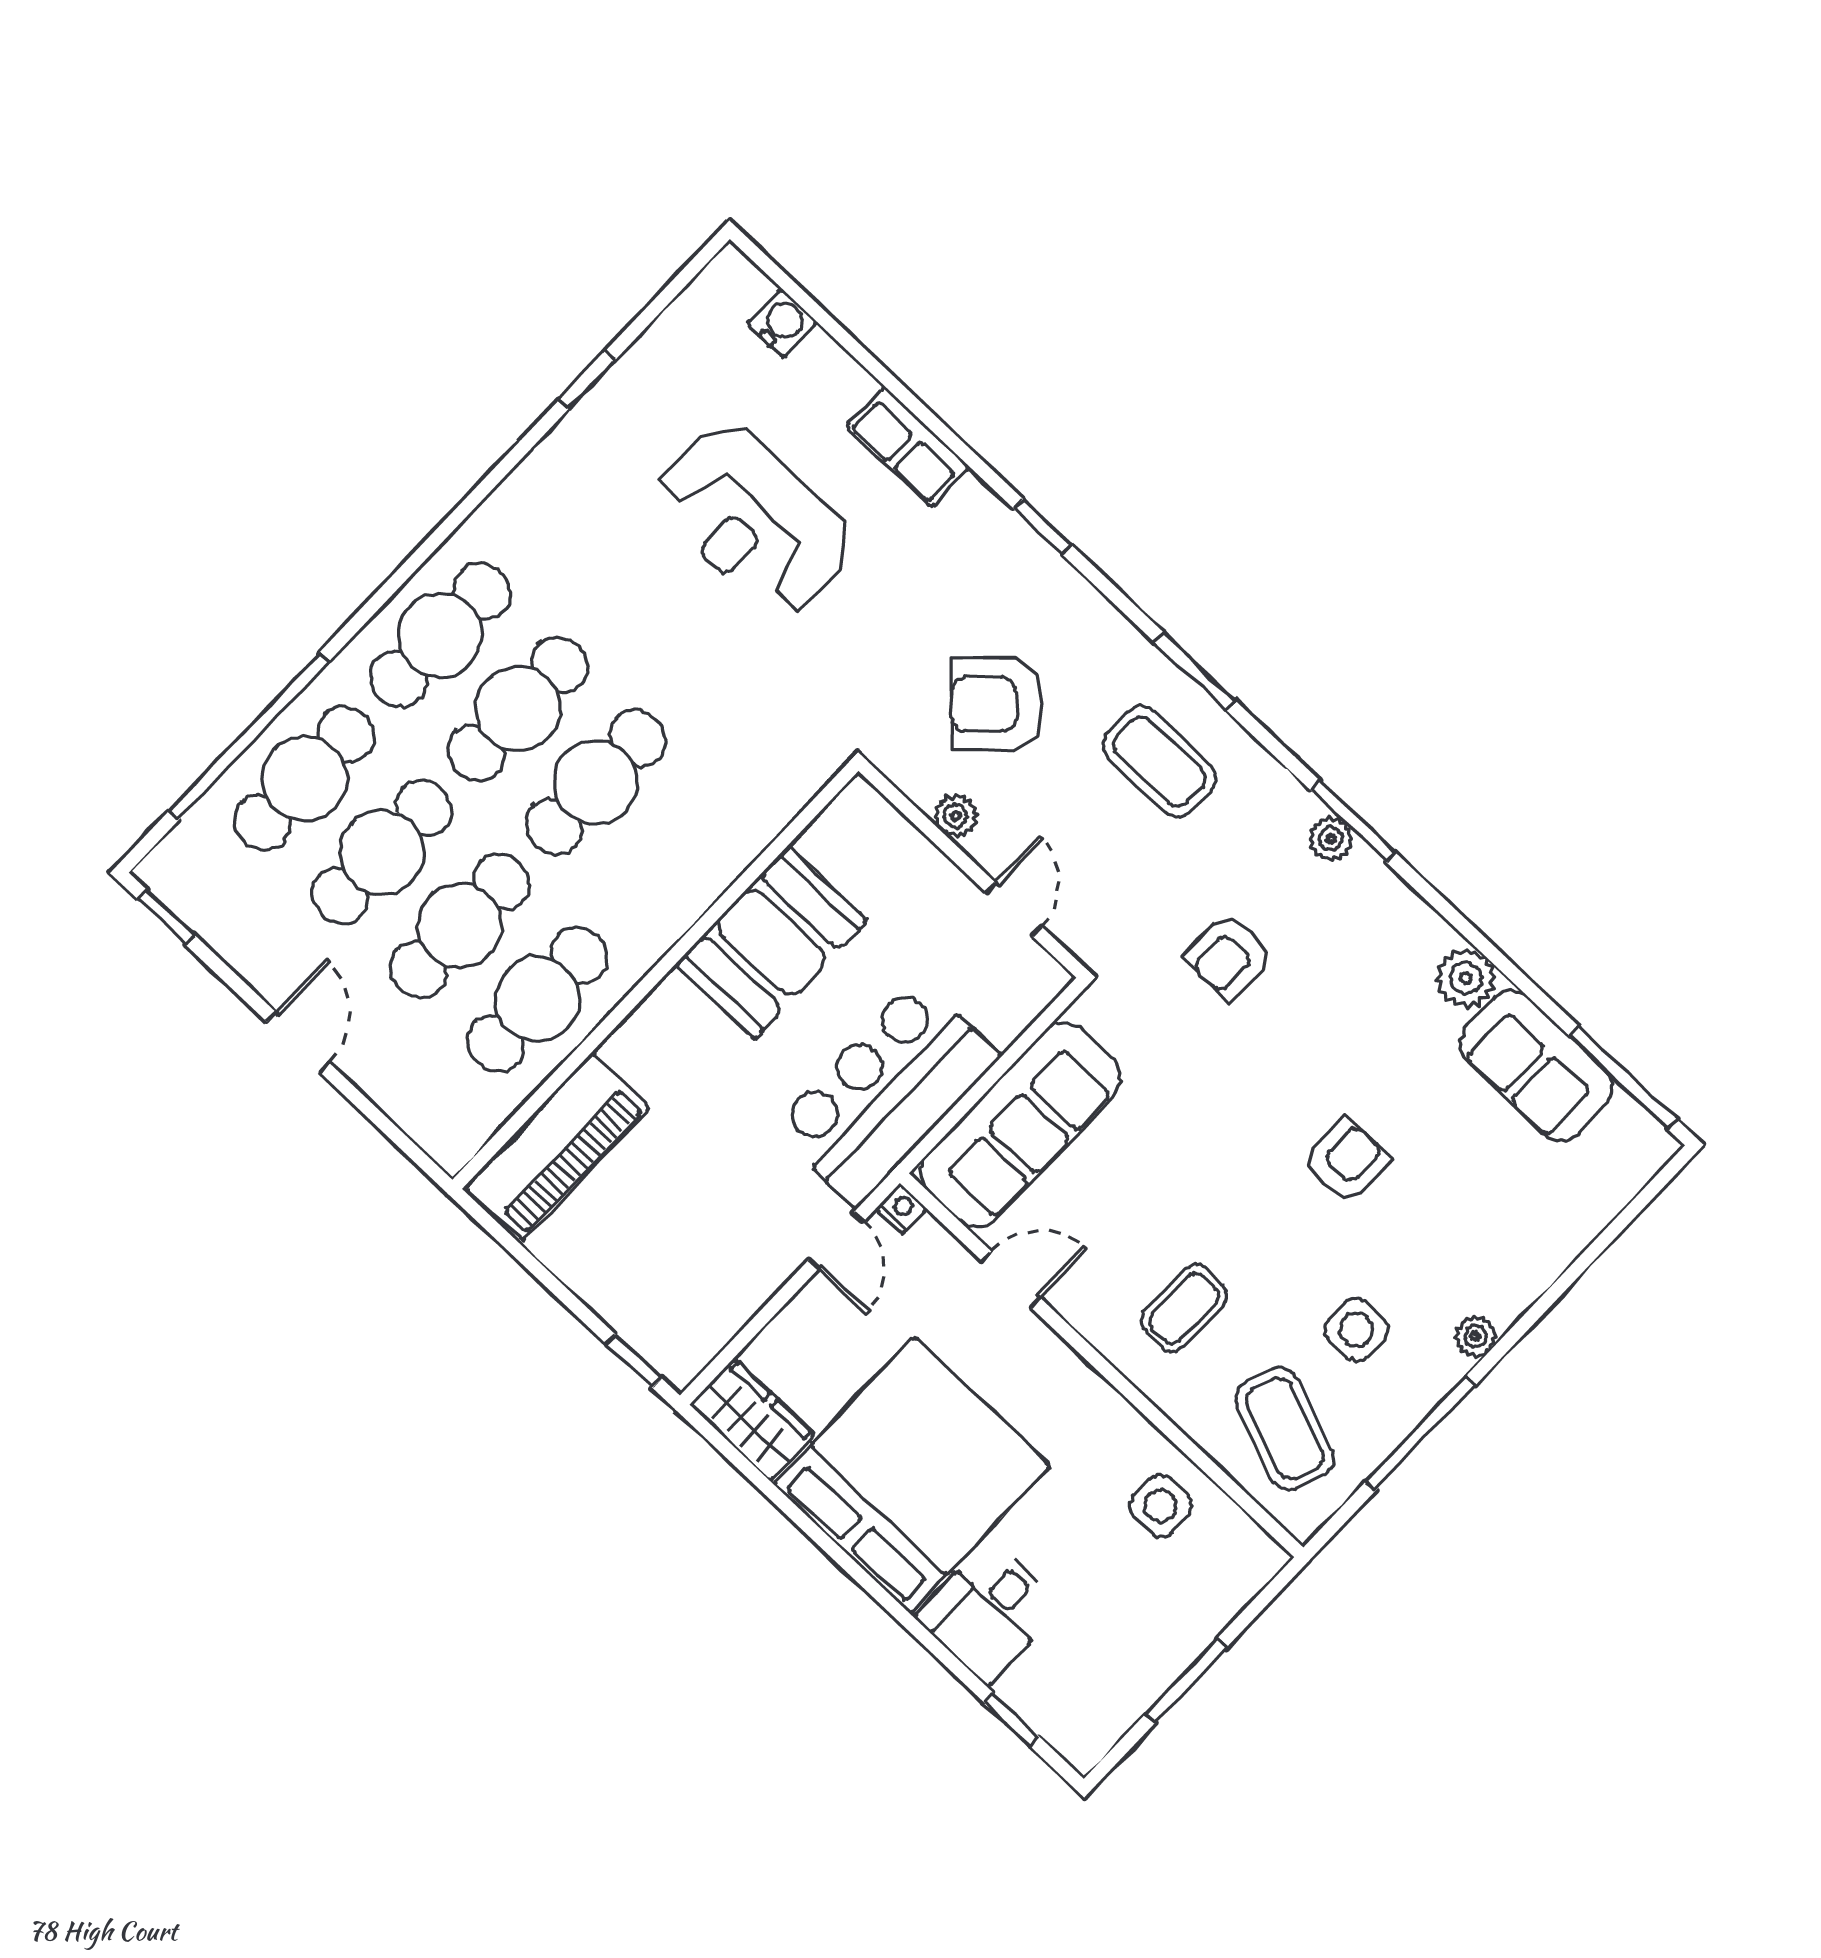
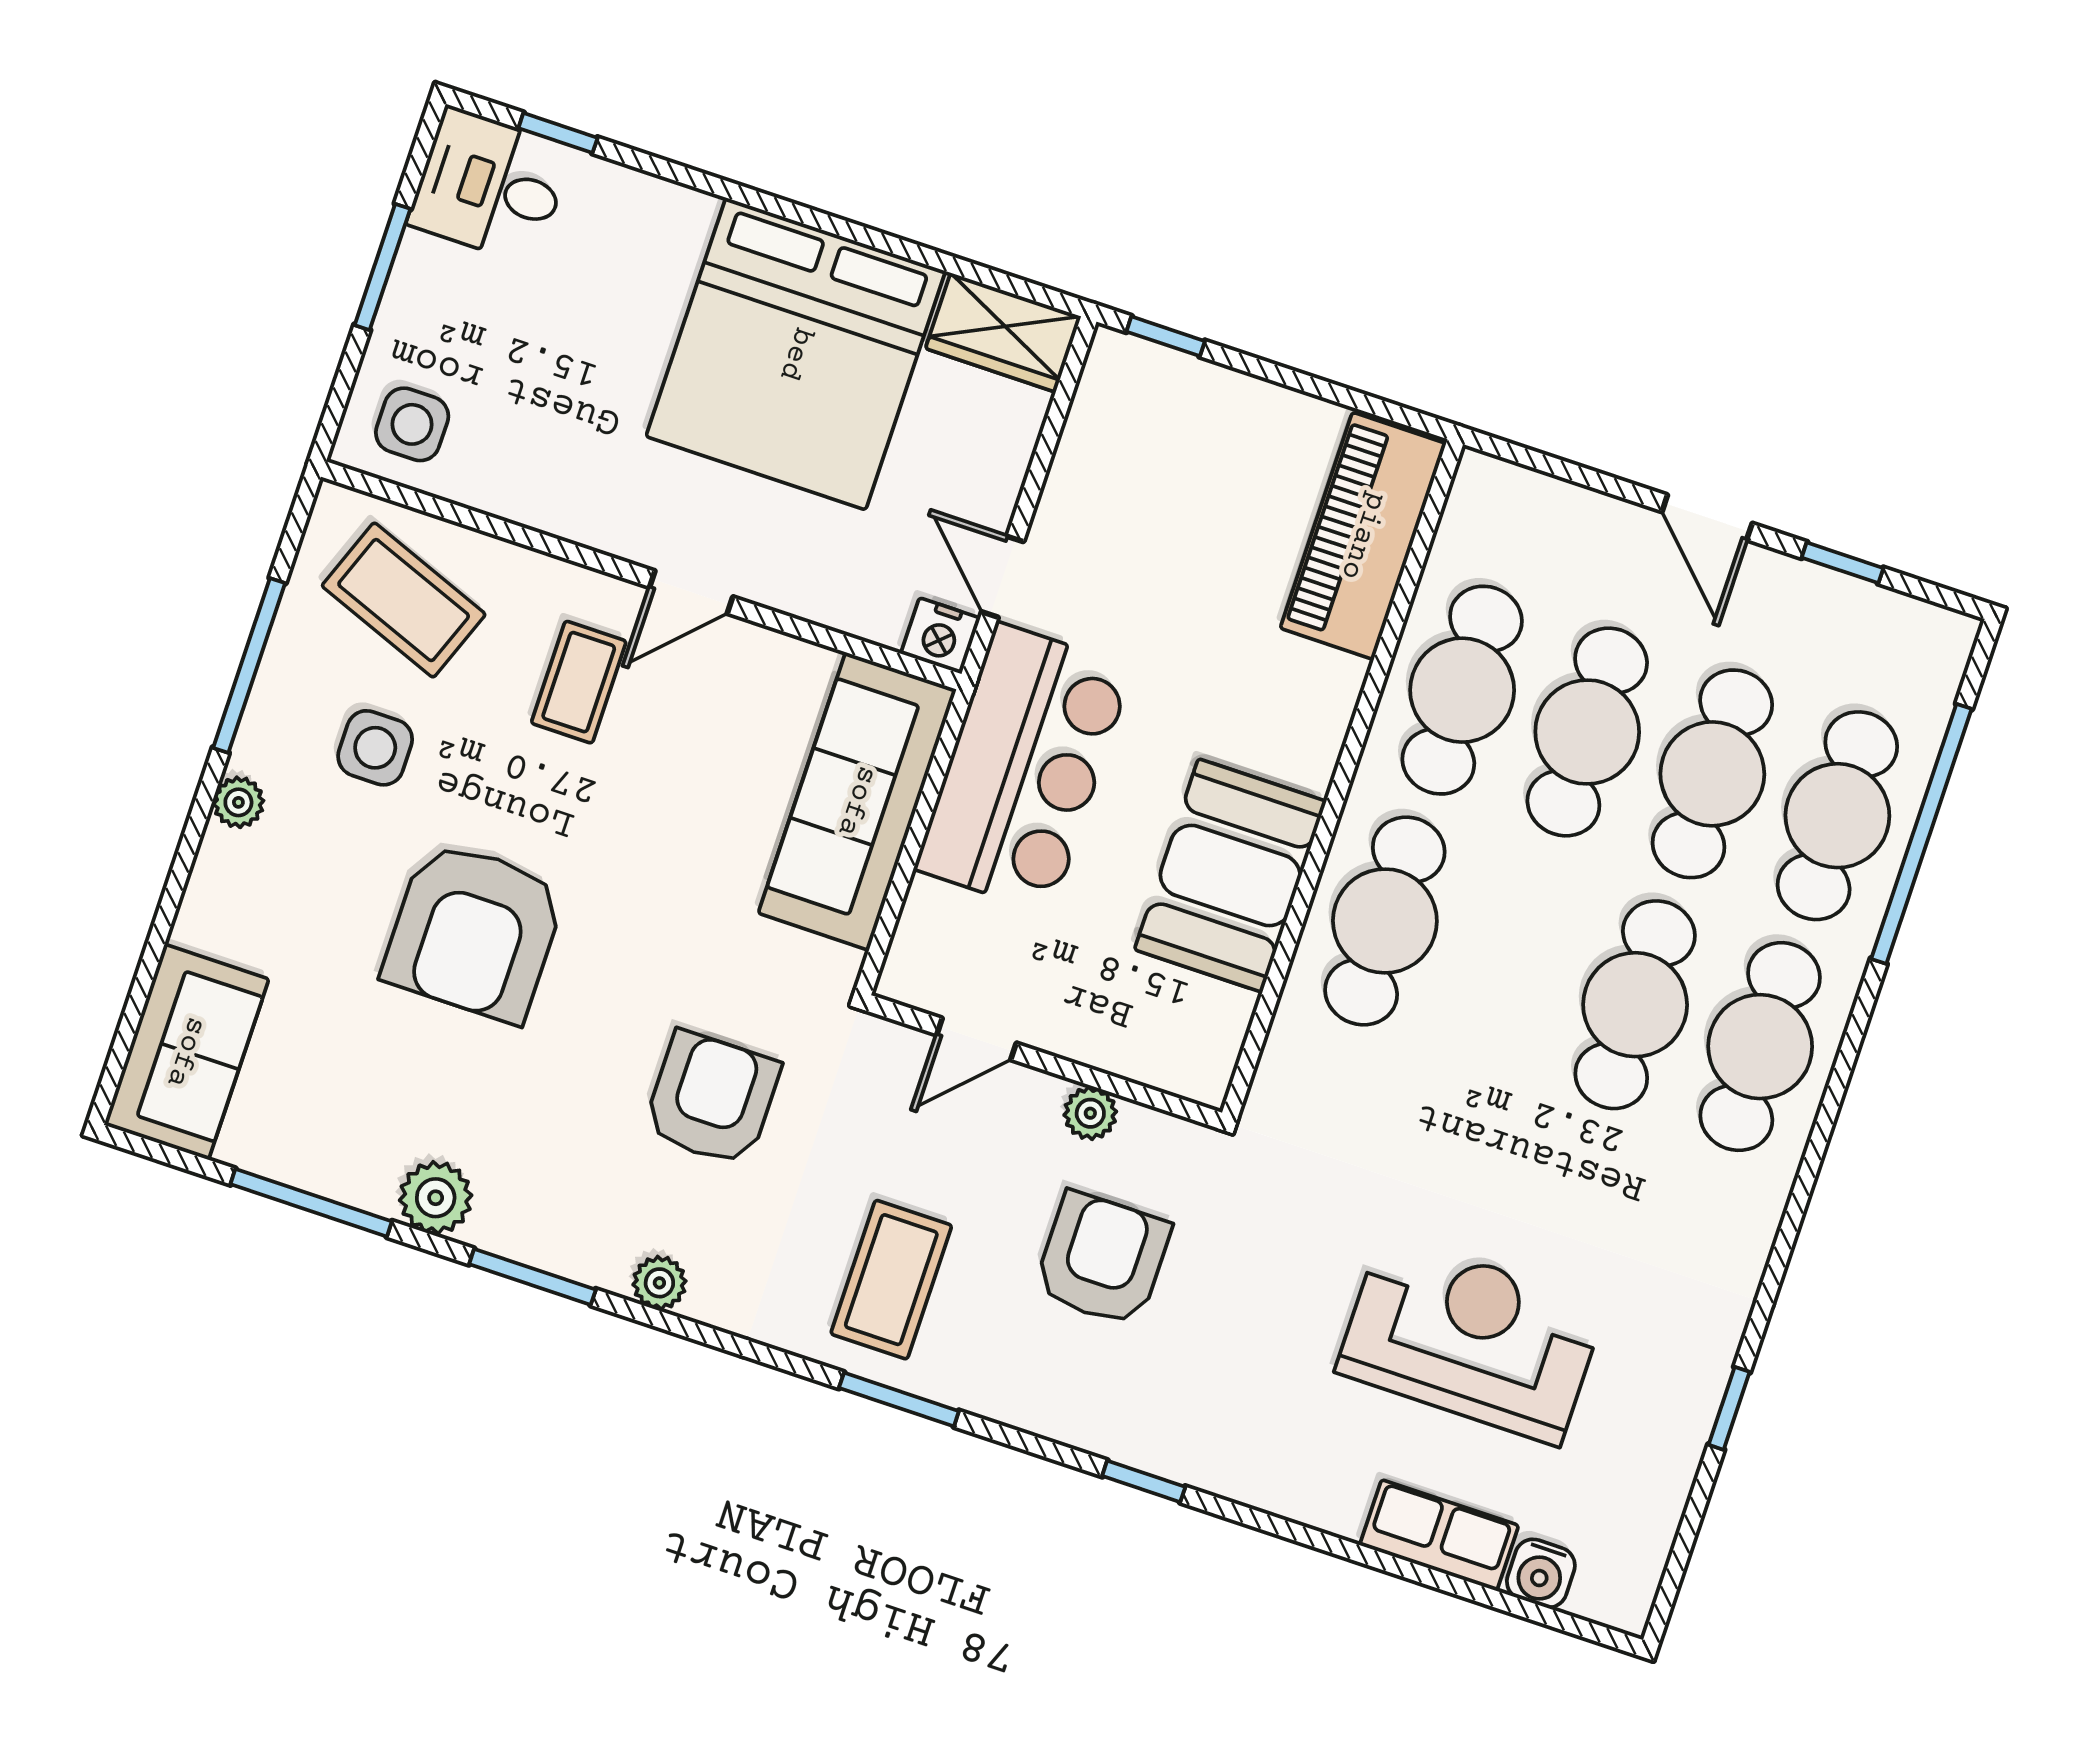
row of seats: (908, 447) -> (1439, 1535), moved
armchair: (997, 704) -> (1102, 1259), turned -47
coffee table: (1159, 762) -> (891, 1280), turned 90
cafe table: (596, 782) -> (1385, 921), moved
window: (1353, 821) -> (532, 1277), moved
door: (1014, 909) -> (976, 1039), hinge flipped
window: (166, 917) -> (1842, 563), moved
armchair: (1229, 956) -> (712, 1099), width x1.38, depth x1.38
sofa: (1536, 1066) -> (186, 1052), moved, turned 90
window: (1623, 1078) -> (311, 1203), moved
armchair: (1346, 1161) -> (474, 931), width x1.88, depth x1.88
nightstand: (901, 1209) -> (940, 636), width x1.39, depth x1.35
door: (1011, 1280) -> (691, 592), moved
side table: (1161, 1506) -> (412, 424), moved
desk: (989, 1612) -> (490, 186), moved, turned -90

